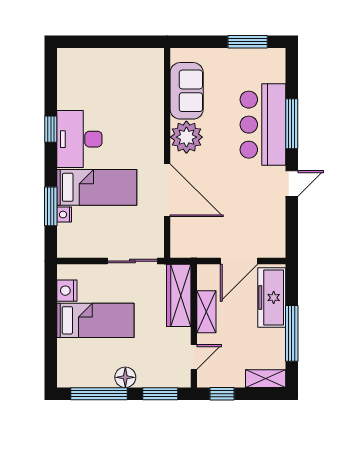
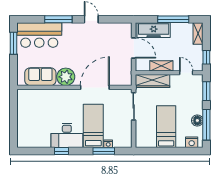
bar counter: (263, 125) -> (39, 35), moved
nightstand: (67, 291) -> (192, 142), moved
floor lamp: (125, 377) -> (197, 120), moved

